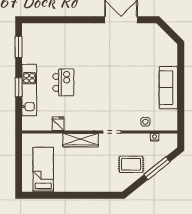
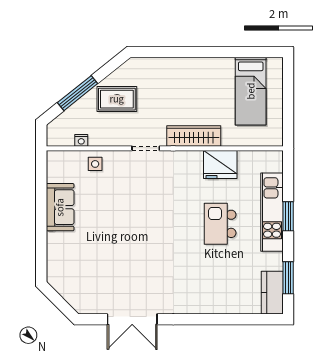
kitchen counter: (29, 37) -> (272, 293), added
sofa: (168, 88) -> (60, 207), width x0.73
fridge: (58, 124) -> (220, 165), width x1.88, depth x1.34

